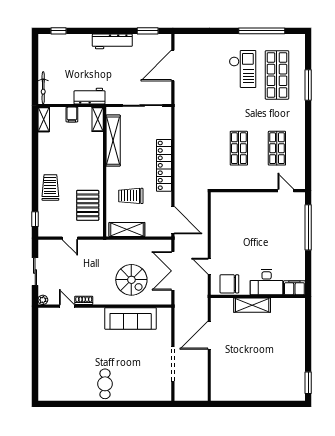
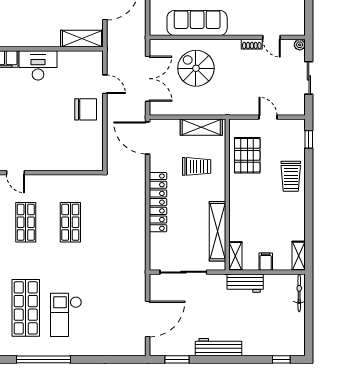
chair: (229, 284) -> (86, 109), moved
shelving: (252, 305) -> (82, 39), moved

